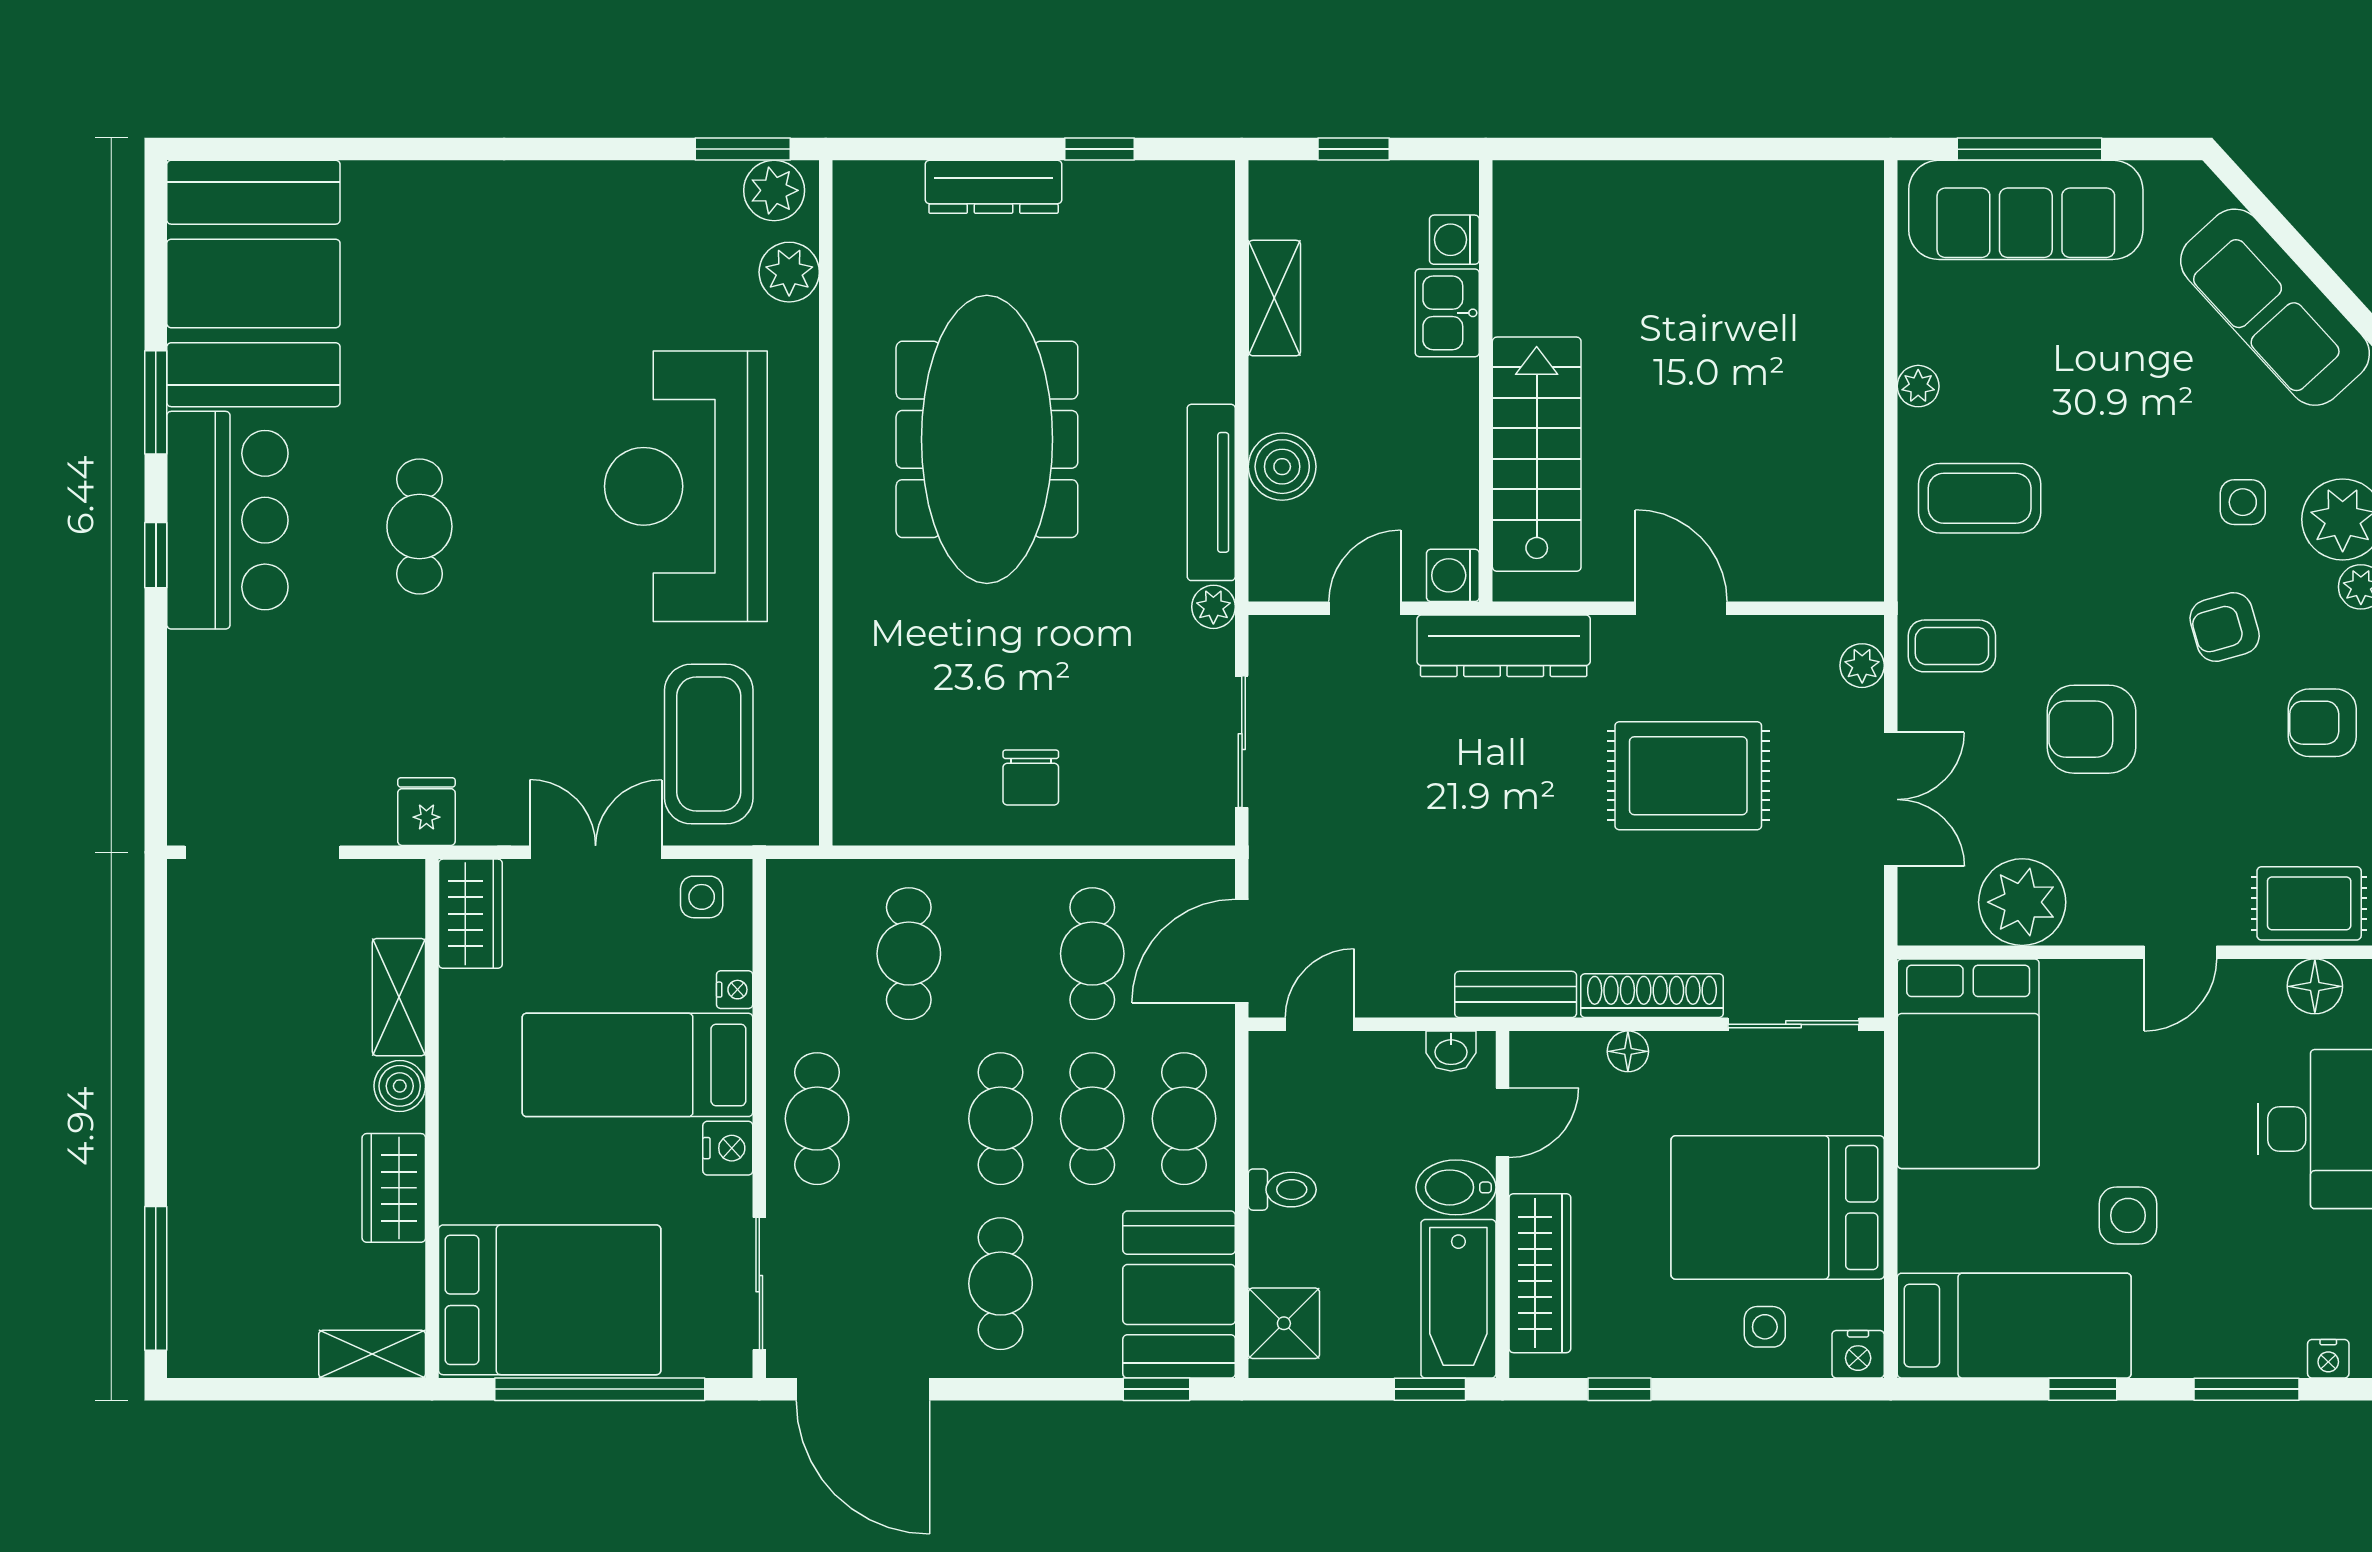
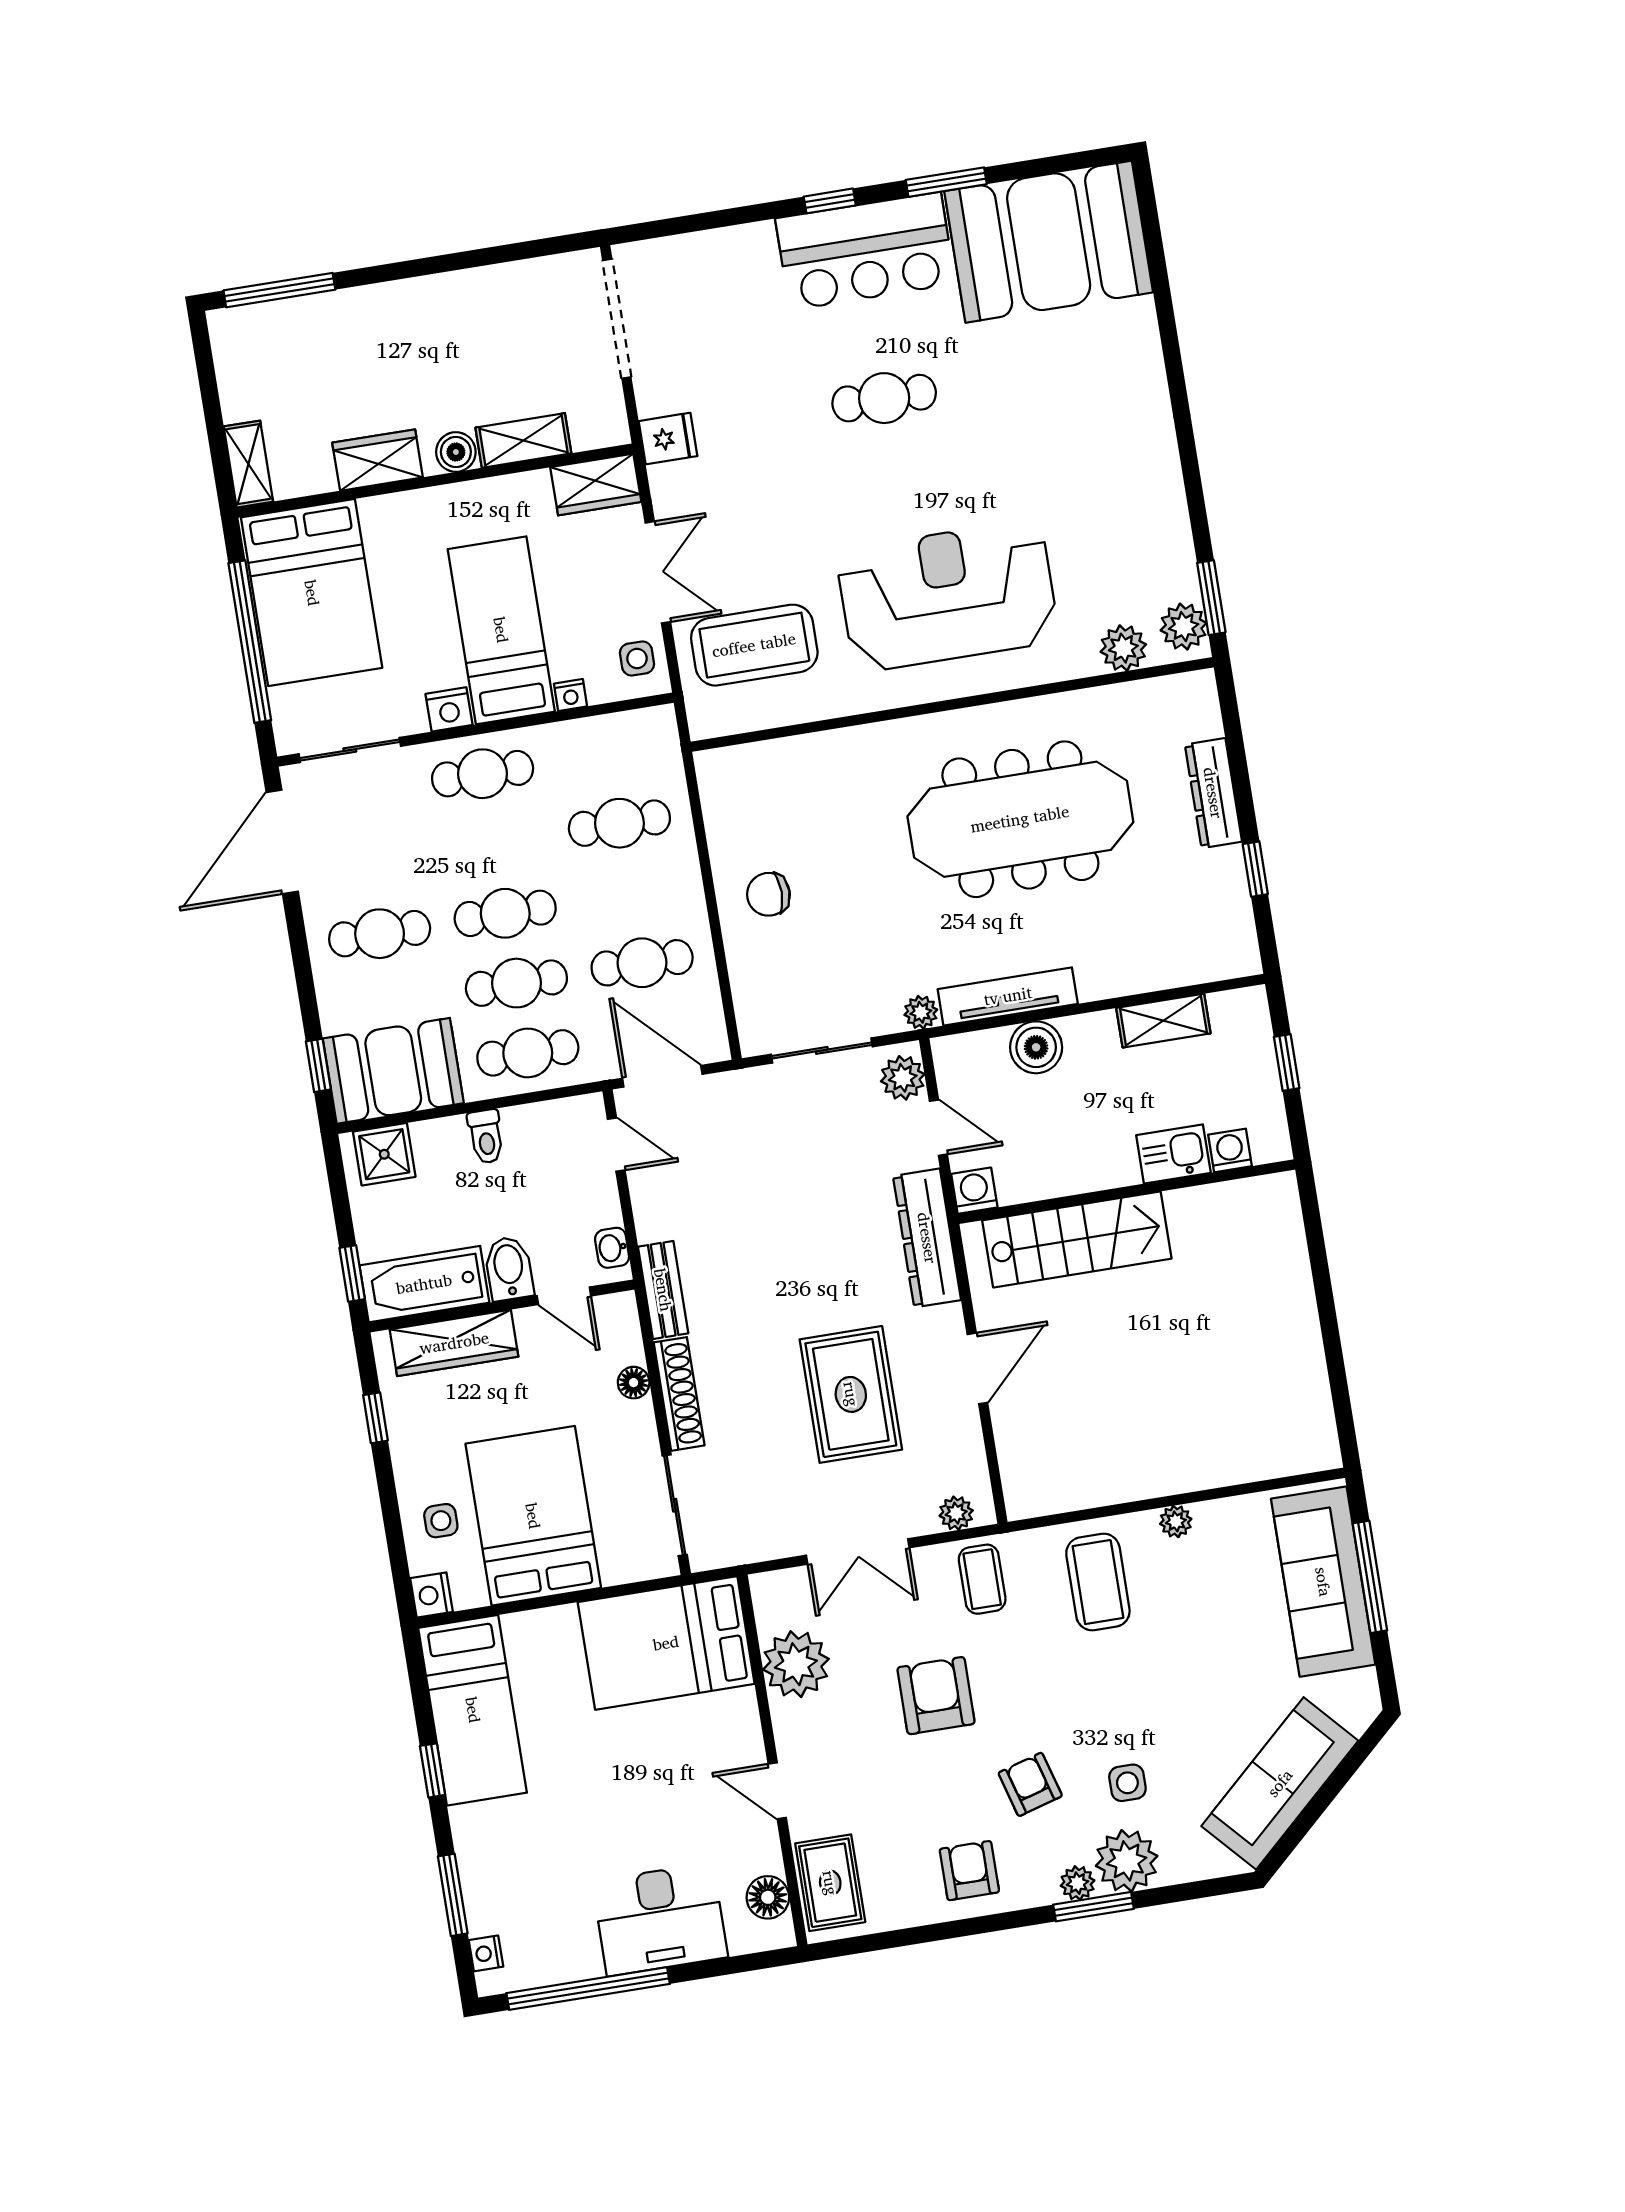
plant: (1294, 644) -> (903, 1078), added
side table: (2128, 1215) -> (570, 1783), removed

